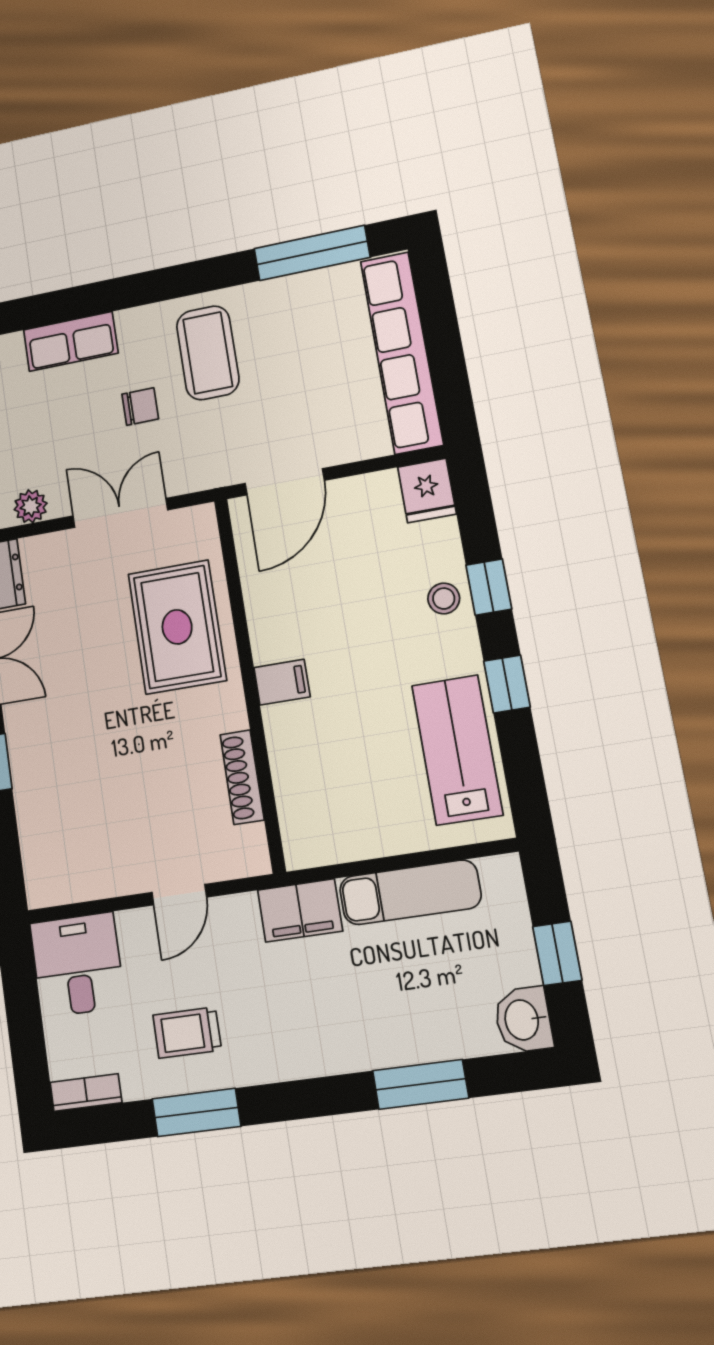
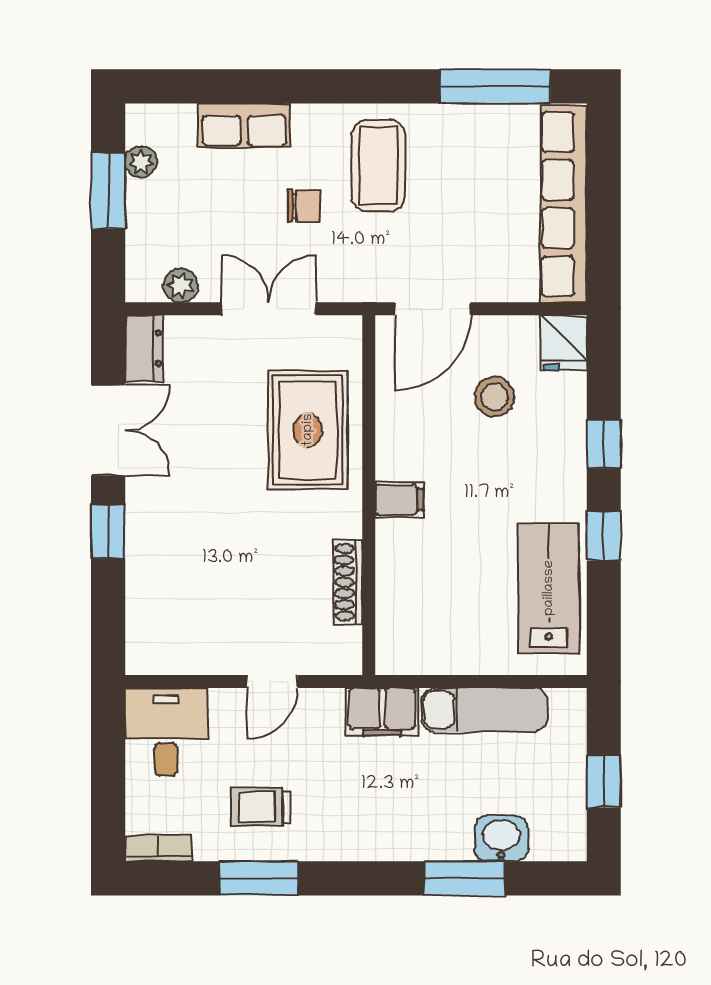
stool: (444, 598) -> (495, 397), moved, width x1.37, depth x1.37
washbasin: (523, 1020) -> (501, 838), moved, turned 90

